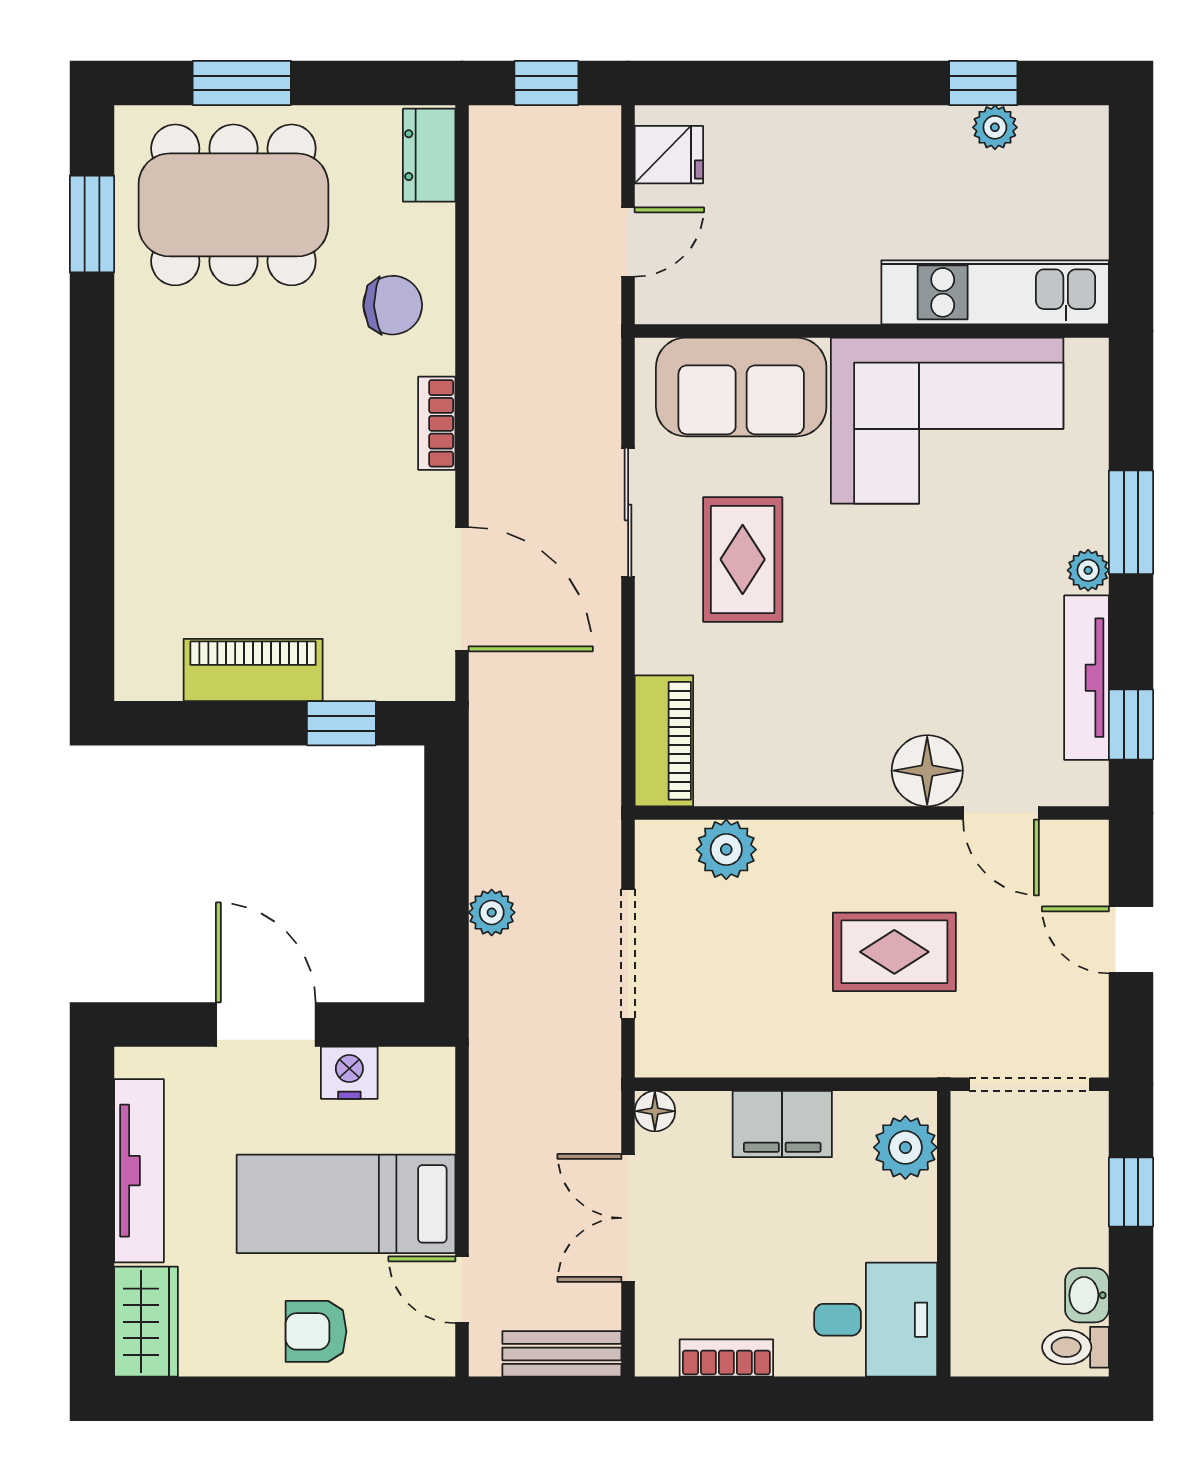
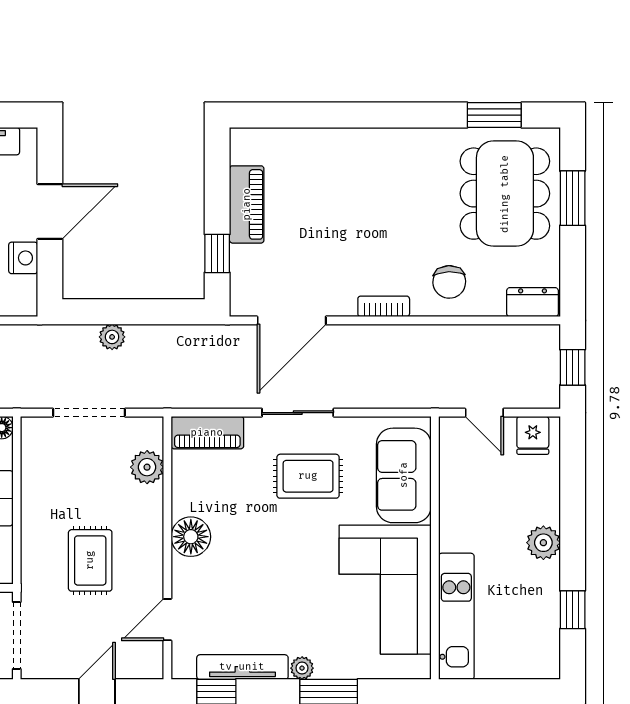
plant: (995, 127) -> (543, 543), moved, width x1.38, depth x1.38
sliding door: (628, 512) -> (298, 413), moved
floor lamp: (927, 771) -> (191, 537), moved

